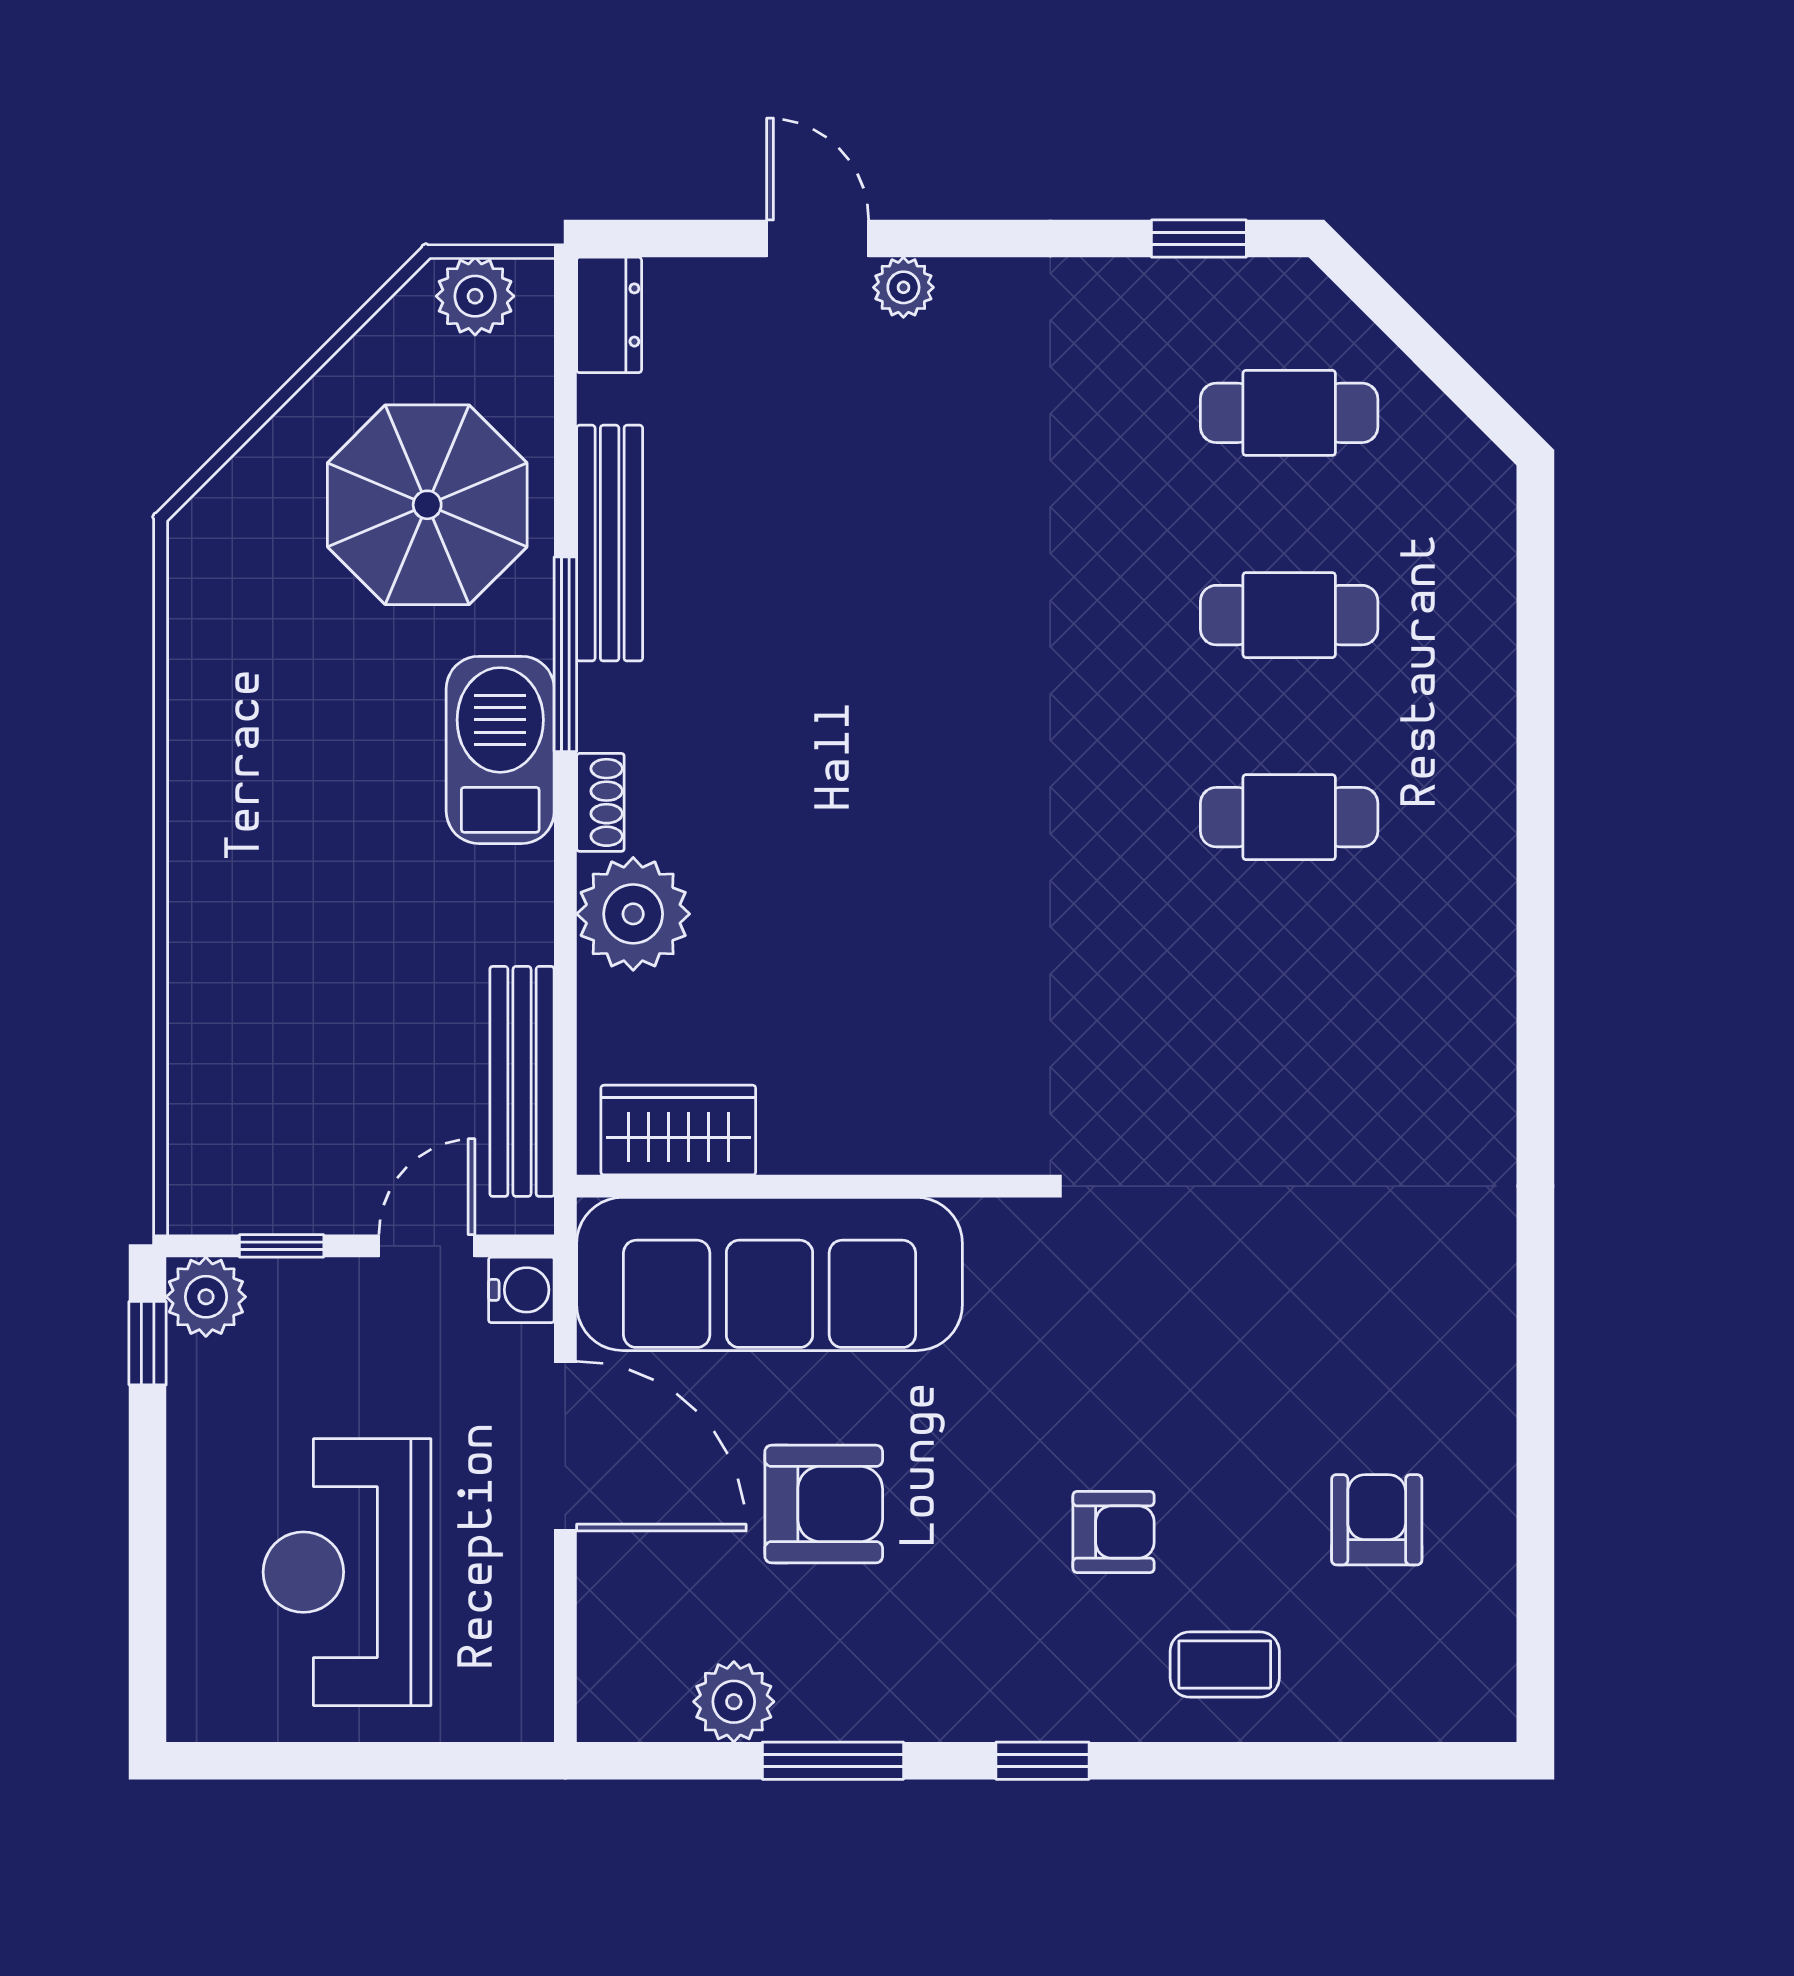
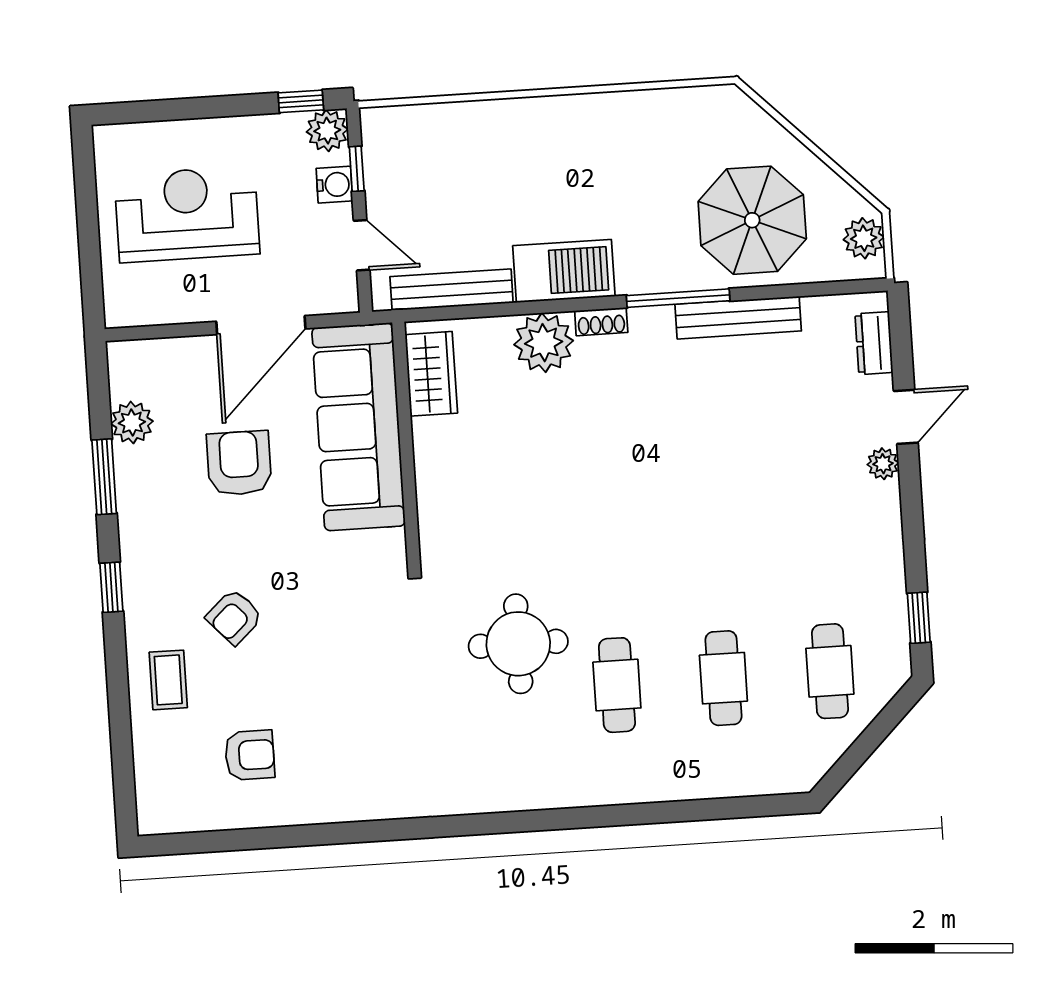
dresser: (609, 315) -> (874, 343), moved, turned 90
barbecue: (500, 750) -> (564, 271), moved
round table: (1199, 999) -> (518, 644), added
water cooler: (521, 1290) -> (334, 185), moved, turned -90
armchair: (824, 1504) -> (239, 463), turned 180
armchair: (1113, 1532) -> (234, 617), turned 47

